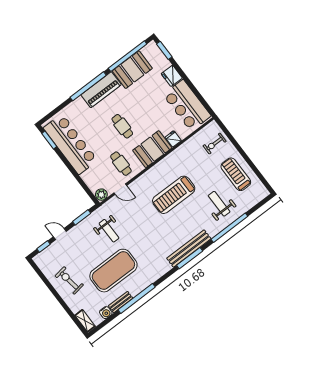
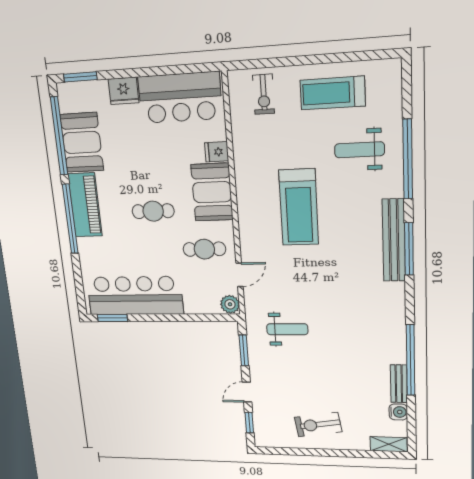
exercise mat: (113, 271) -> (347, 362), removed

